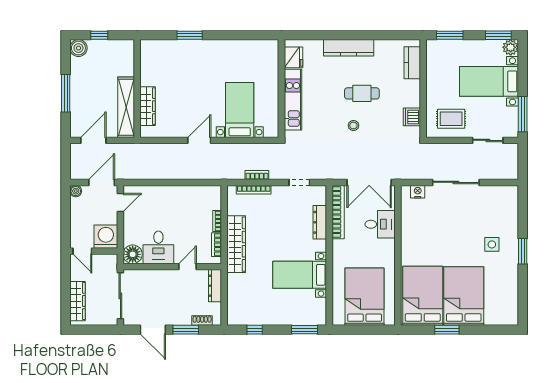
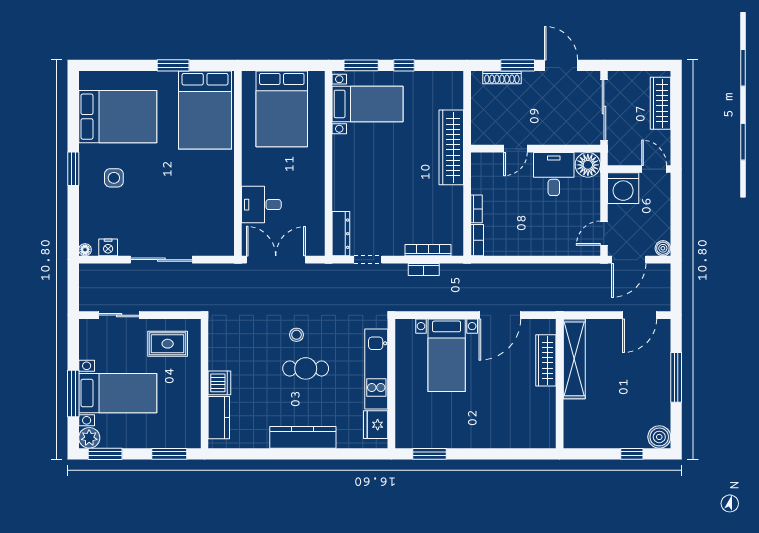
window: (190, 35) -> (429, 454), moved
wall: (137, 89) -> (560, 384), moved
cafe table: (362, 93) -> (306, 368), moved
wardrobe: (148, 106) -> (546, 360), moved
shelving: (126, 107) -> (574, 359), moved
window: (523, 114) -> (73, 393), moved
dishwasher: (412, 117) -> (219, 383), moved
door: (199, 140) -> (500, 315), width x1.36
floor lamp: (514, 190) -> (85, 250), added
nightstand: (418, 192) -> (108, 247), moved
bookcase: (338, 212) -> (317, 221), removed
dresser: (320, 222) -> (341, 234), moved
wardrobe: (236, 244) -> (451, 147), moved
bookcase: (216, 245) -> (477, 240), moved
bed with nightstands: (300, 275) -> (367, 104), moved
dresser: (215, 286) -> (479, 123), removed
bed: (464, 296) -> (118, 117), moved, turned -90
shoe rack: (202, 321) -> (502, 77), width x1.43
window: (255, 330) -> (404, 65), moved

